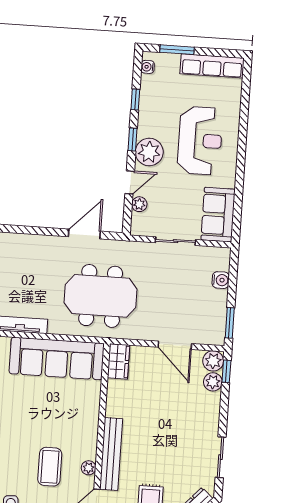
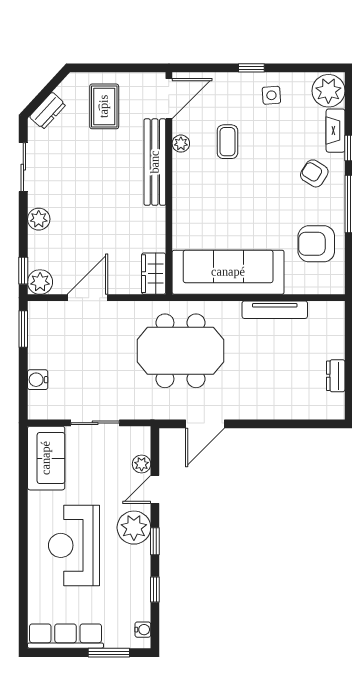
door: (175, 345) -> (87, 298), hinge flipped
plant: (213, 382) -> (39, 219), moved
coffee table: (50, 467) -> (227, 142), width x0.73, depth x0.77

